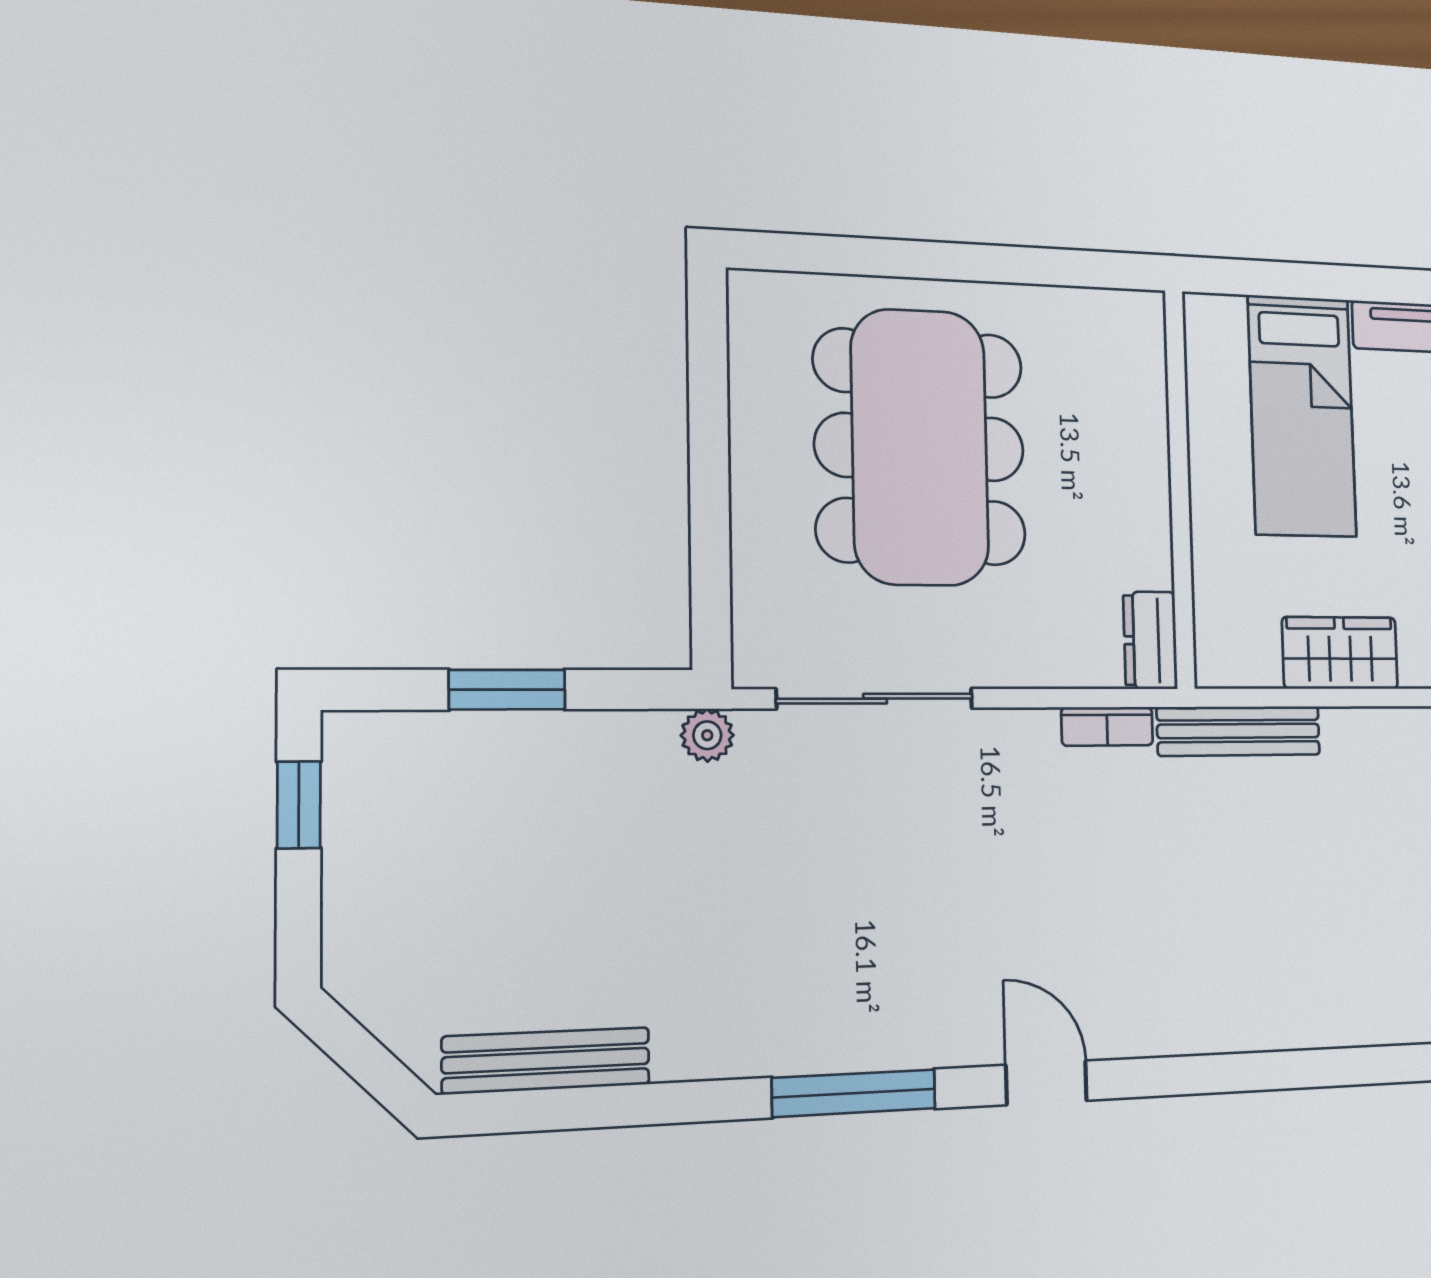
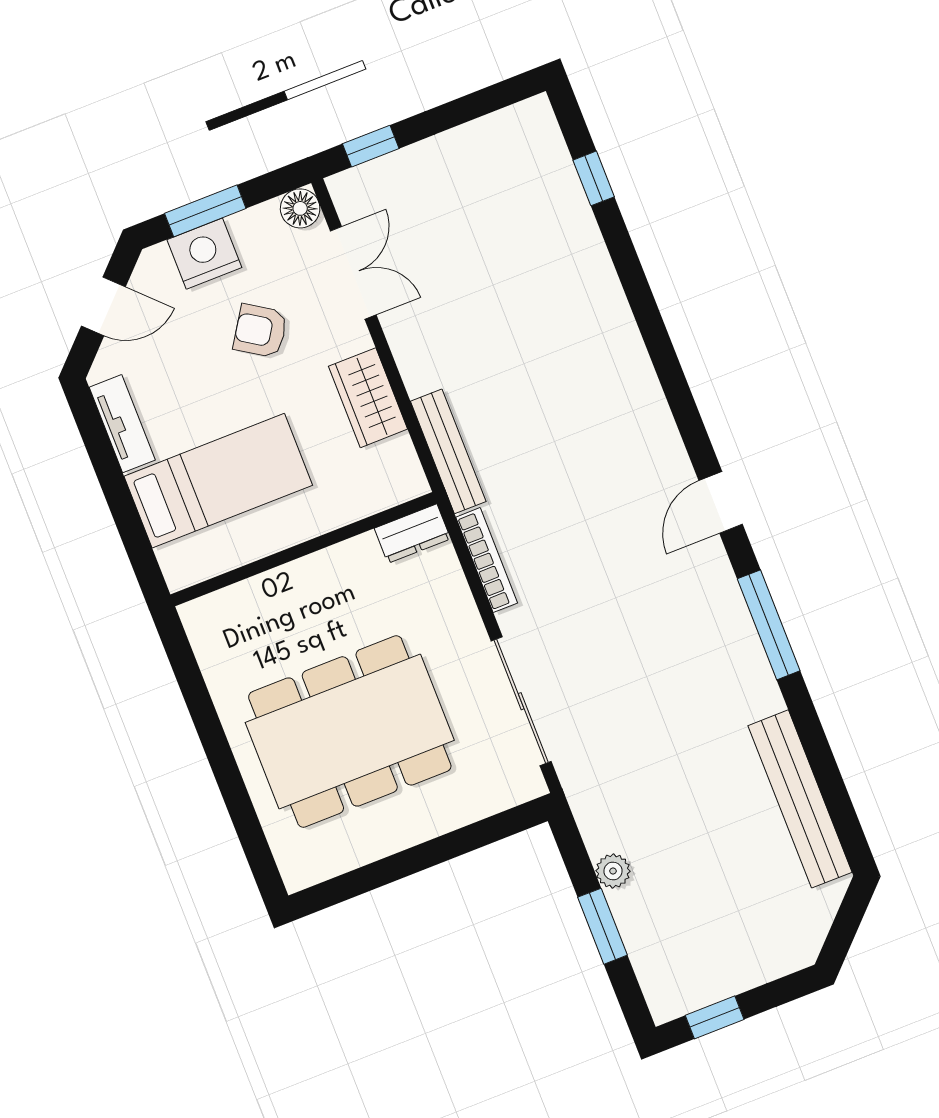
bookcase: (1107, 726) -> (487, 560), width x1.56
plant: (707, 735) -> (613, 871), moved
bench: (546, 1061) -> (800, 799), width x1.37, depth x1.21

